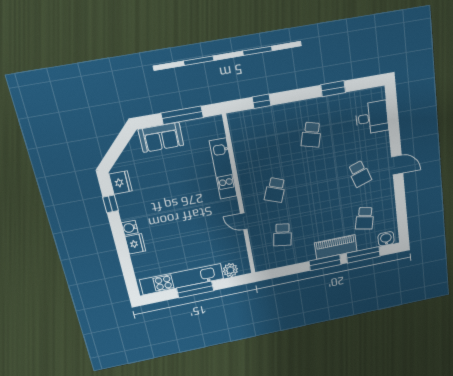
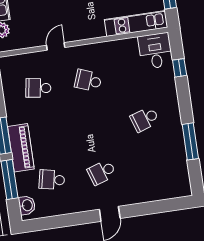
window: (333, 89) -> (190, 141), width x1.44
desk: (372, 118) -> (155, 51), moved, turned 180
school desk: (311, 135) -> (145, 119), turned -33
kitchen unit: (223, 169) -> (136, 24), moved

